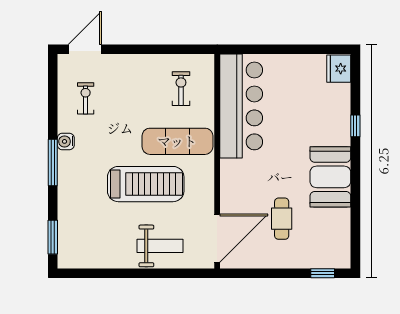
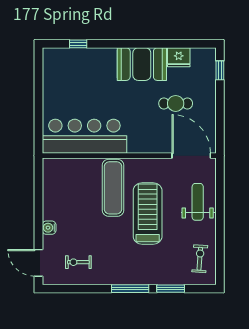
fridge: (339, 69) -> (179, 57), moved
exercise bike: (181, 89) -> (200, 259), moved, turned 94
window: (355, 126) -> (78, 44), moved
water cooler: (66, 141) -> (49, 228), moved, turned 90
window: (53, 237) -> (171, 289), moved

